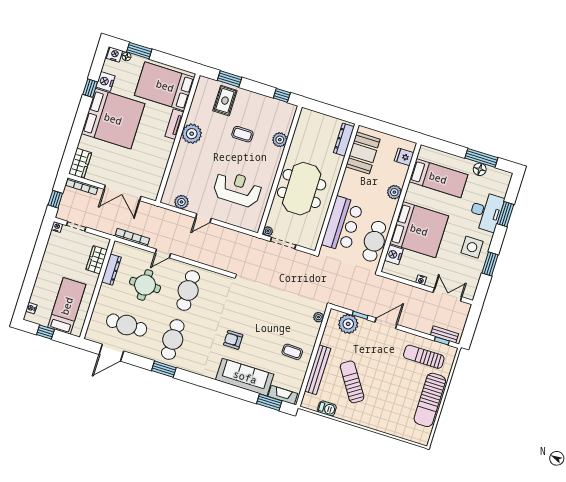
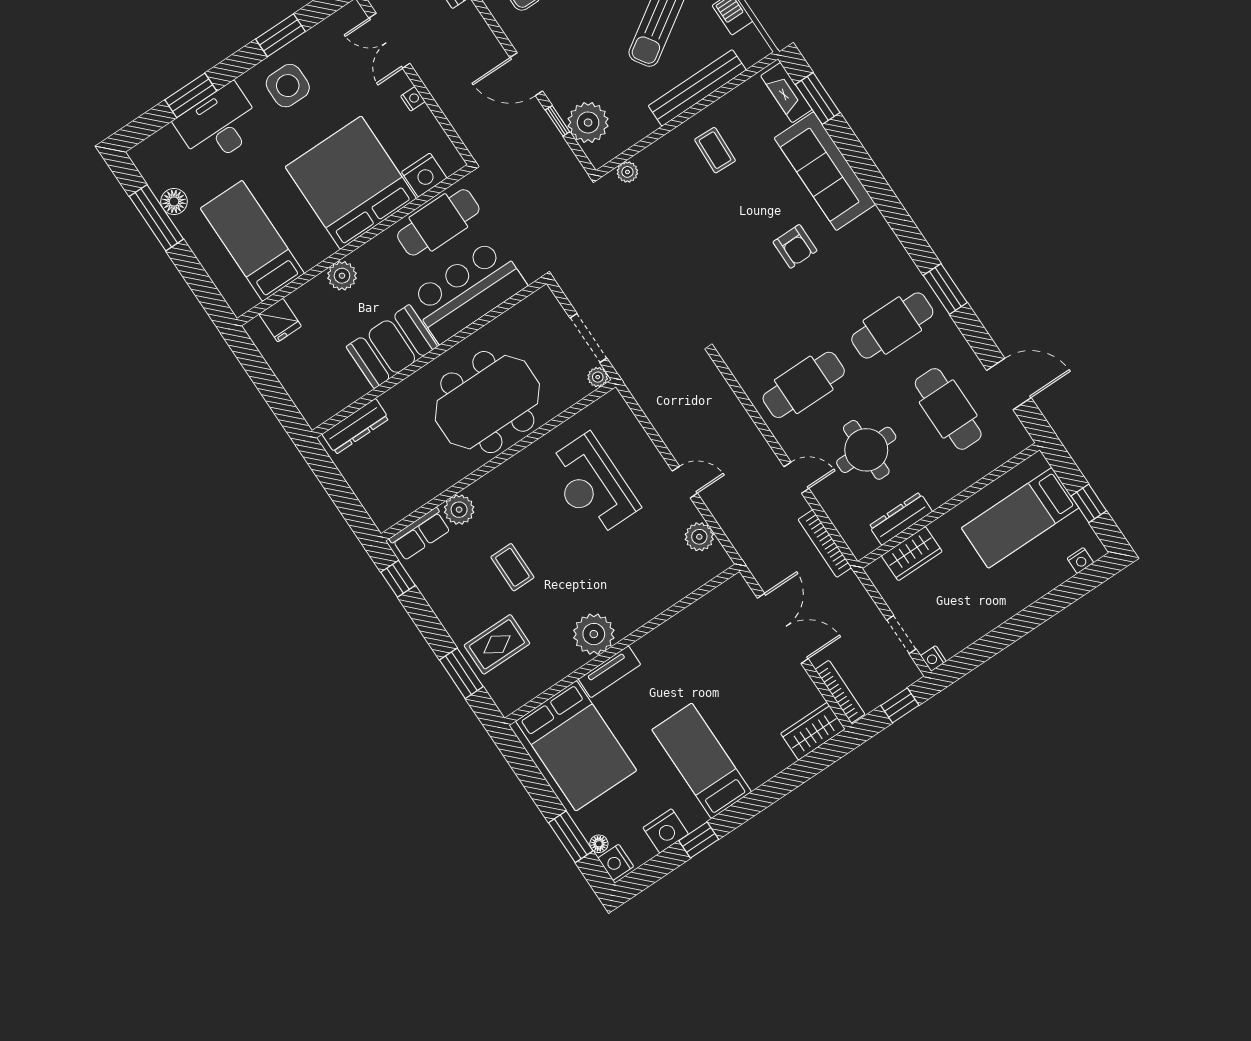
bed: (113, 119) -> (702, 761), width x0.49
row of seats: (287, 119) -> (420, 534), added
booth: (363, 153) -> (392, 347), moved

